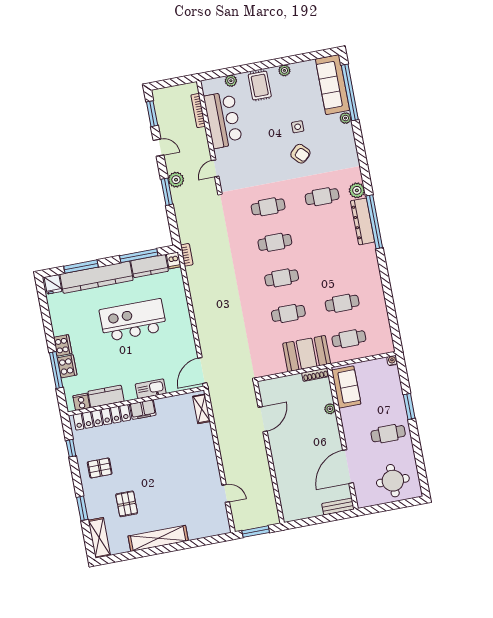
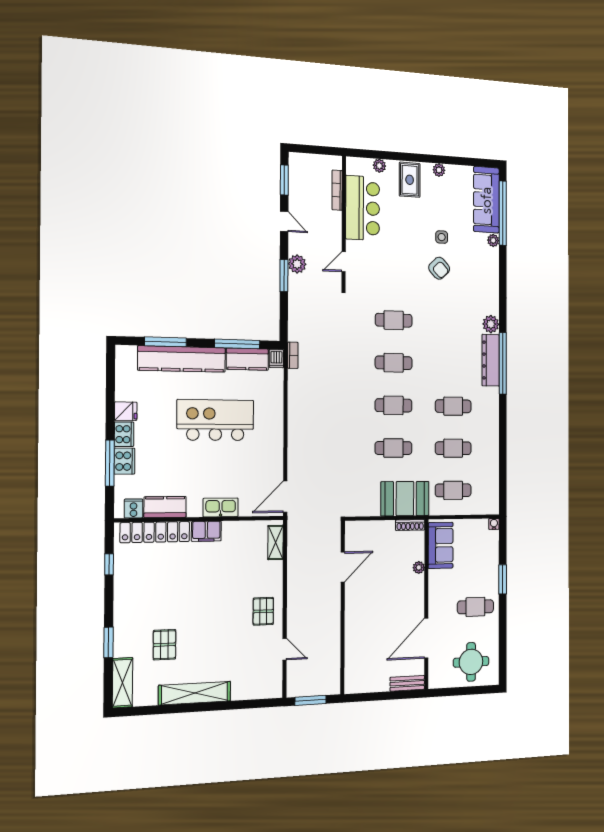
cafe table: (322, 197) -> (453, 406), moved
fridge: (53, 284) -> (126, 411), moved, turned -90
pallet: (100, 468) -> (263, 611), moved, turned 90

